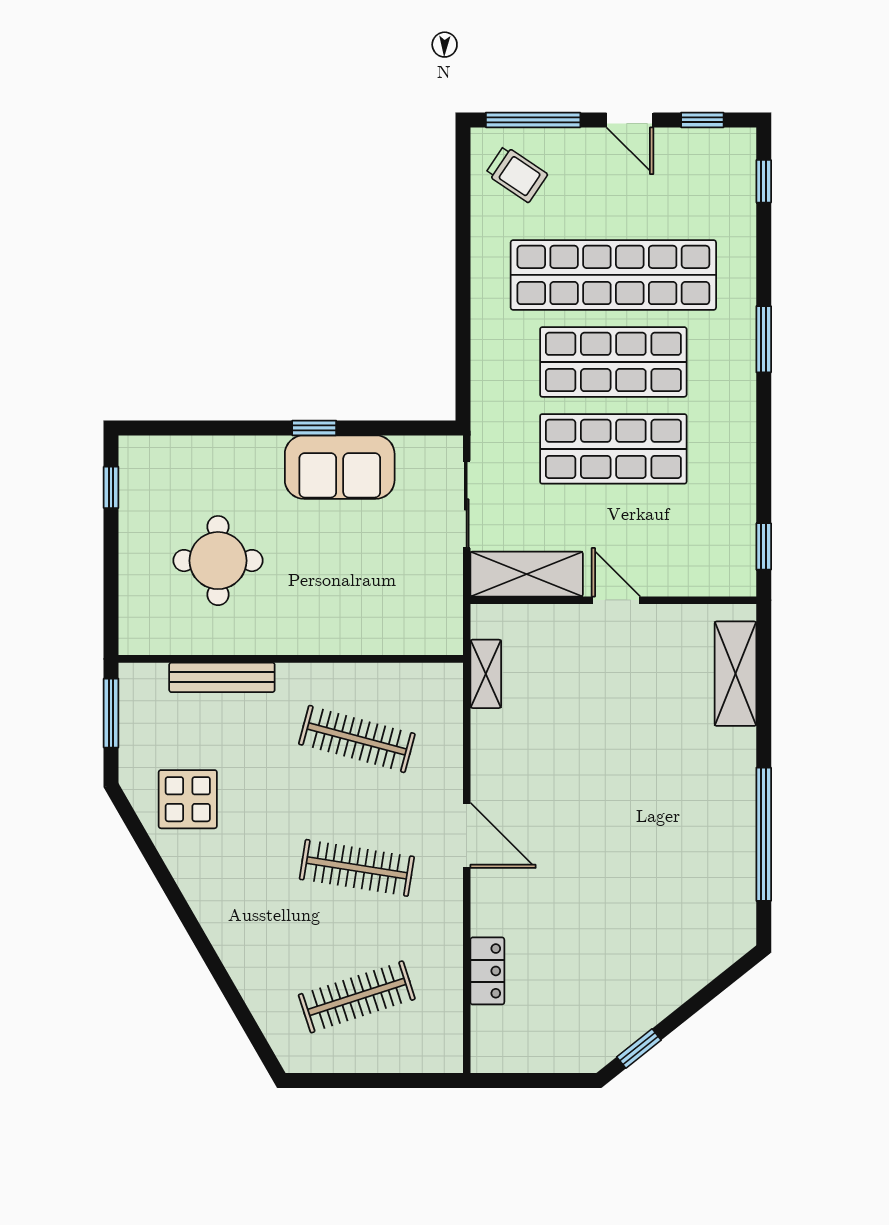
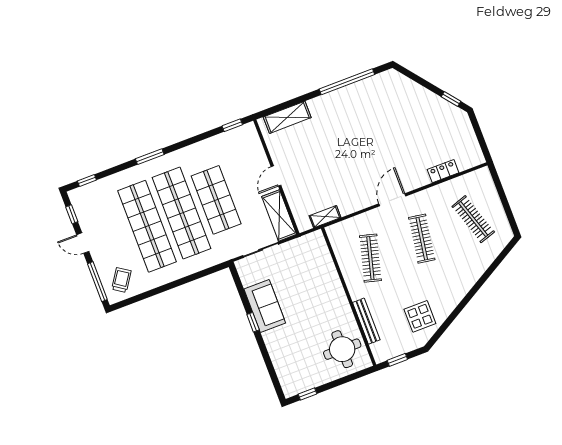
door: (630, 120) -> (83, 243), swing flipped
shop shelf: (613, 362) -> (182, 213), width x1.40
round table: (218, 561) -> (342, 349), moved
window: (111, 713) -> (397, 360), width x0.67

